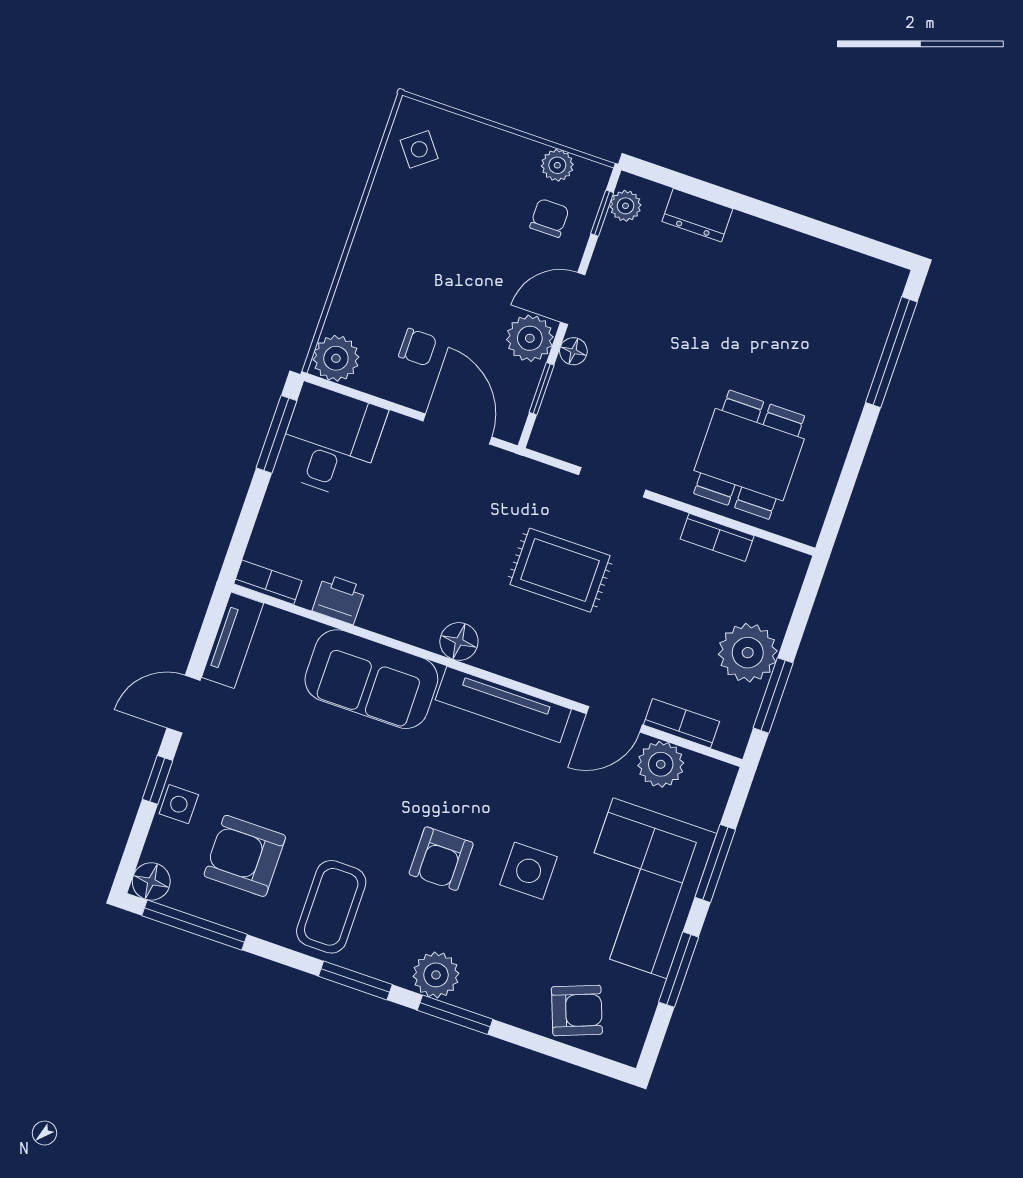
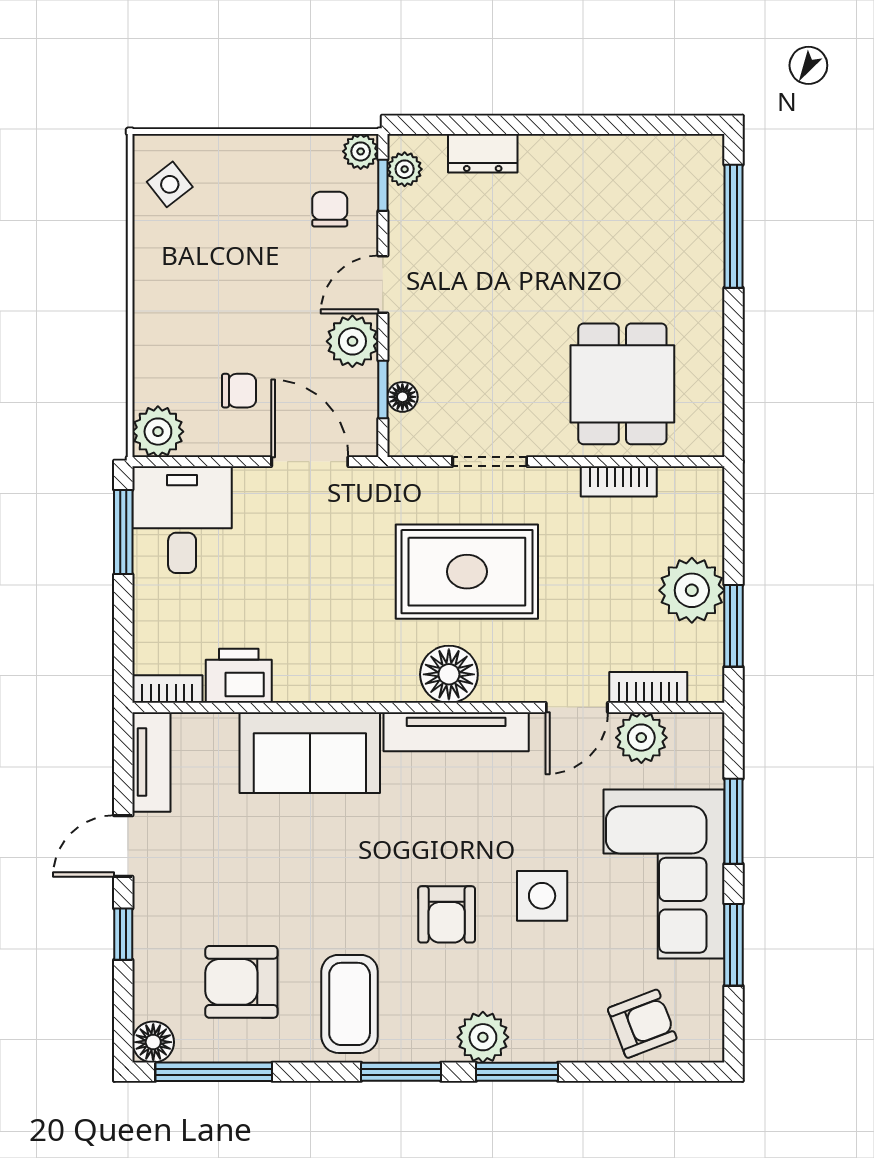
plant: (557, 165) -> (361, 151), moved
floor lamp: (573, 351) -> (402, 397), moved
rug: (560, 570) -> (467, 572), width x1.36, depth x1.43
printer: (339, 599) -> (239, 676), width x1.36, depth x1.24
floor lamp: (459, 641) -> (449, 674), moved, width x1.38, depth x1.38
side table: (179, 804) -> (154, 952), removed

